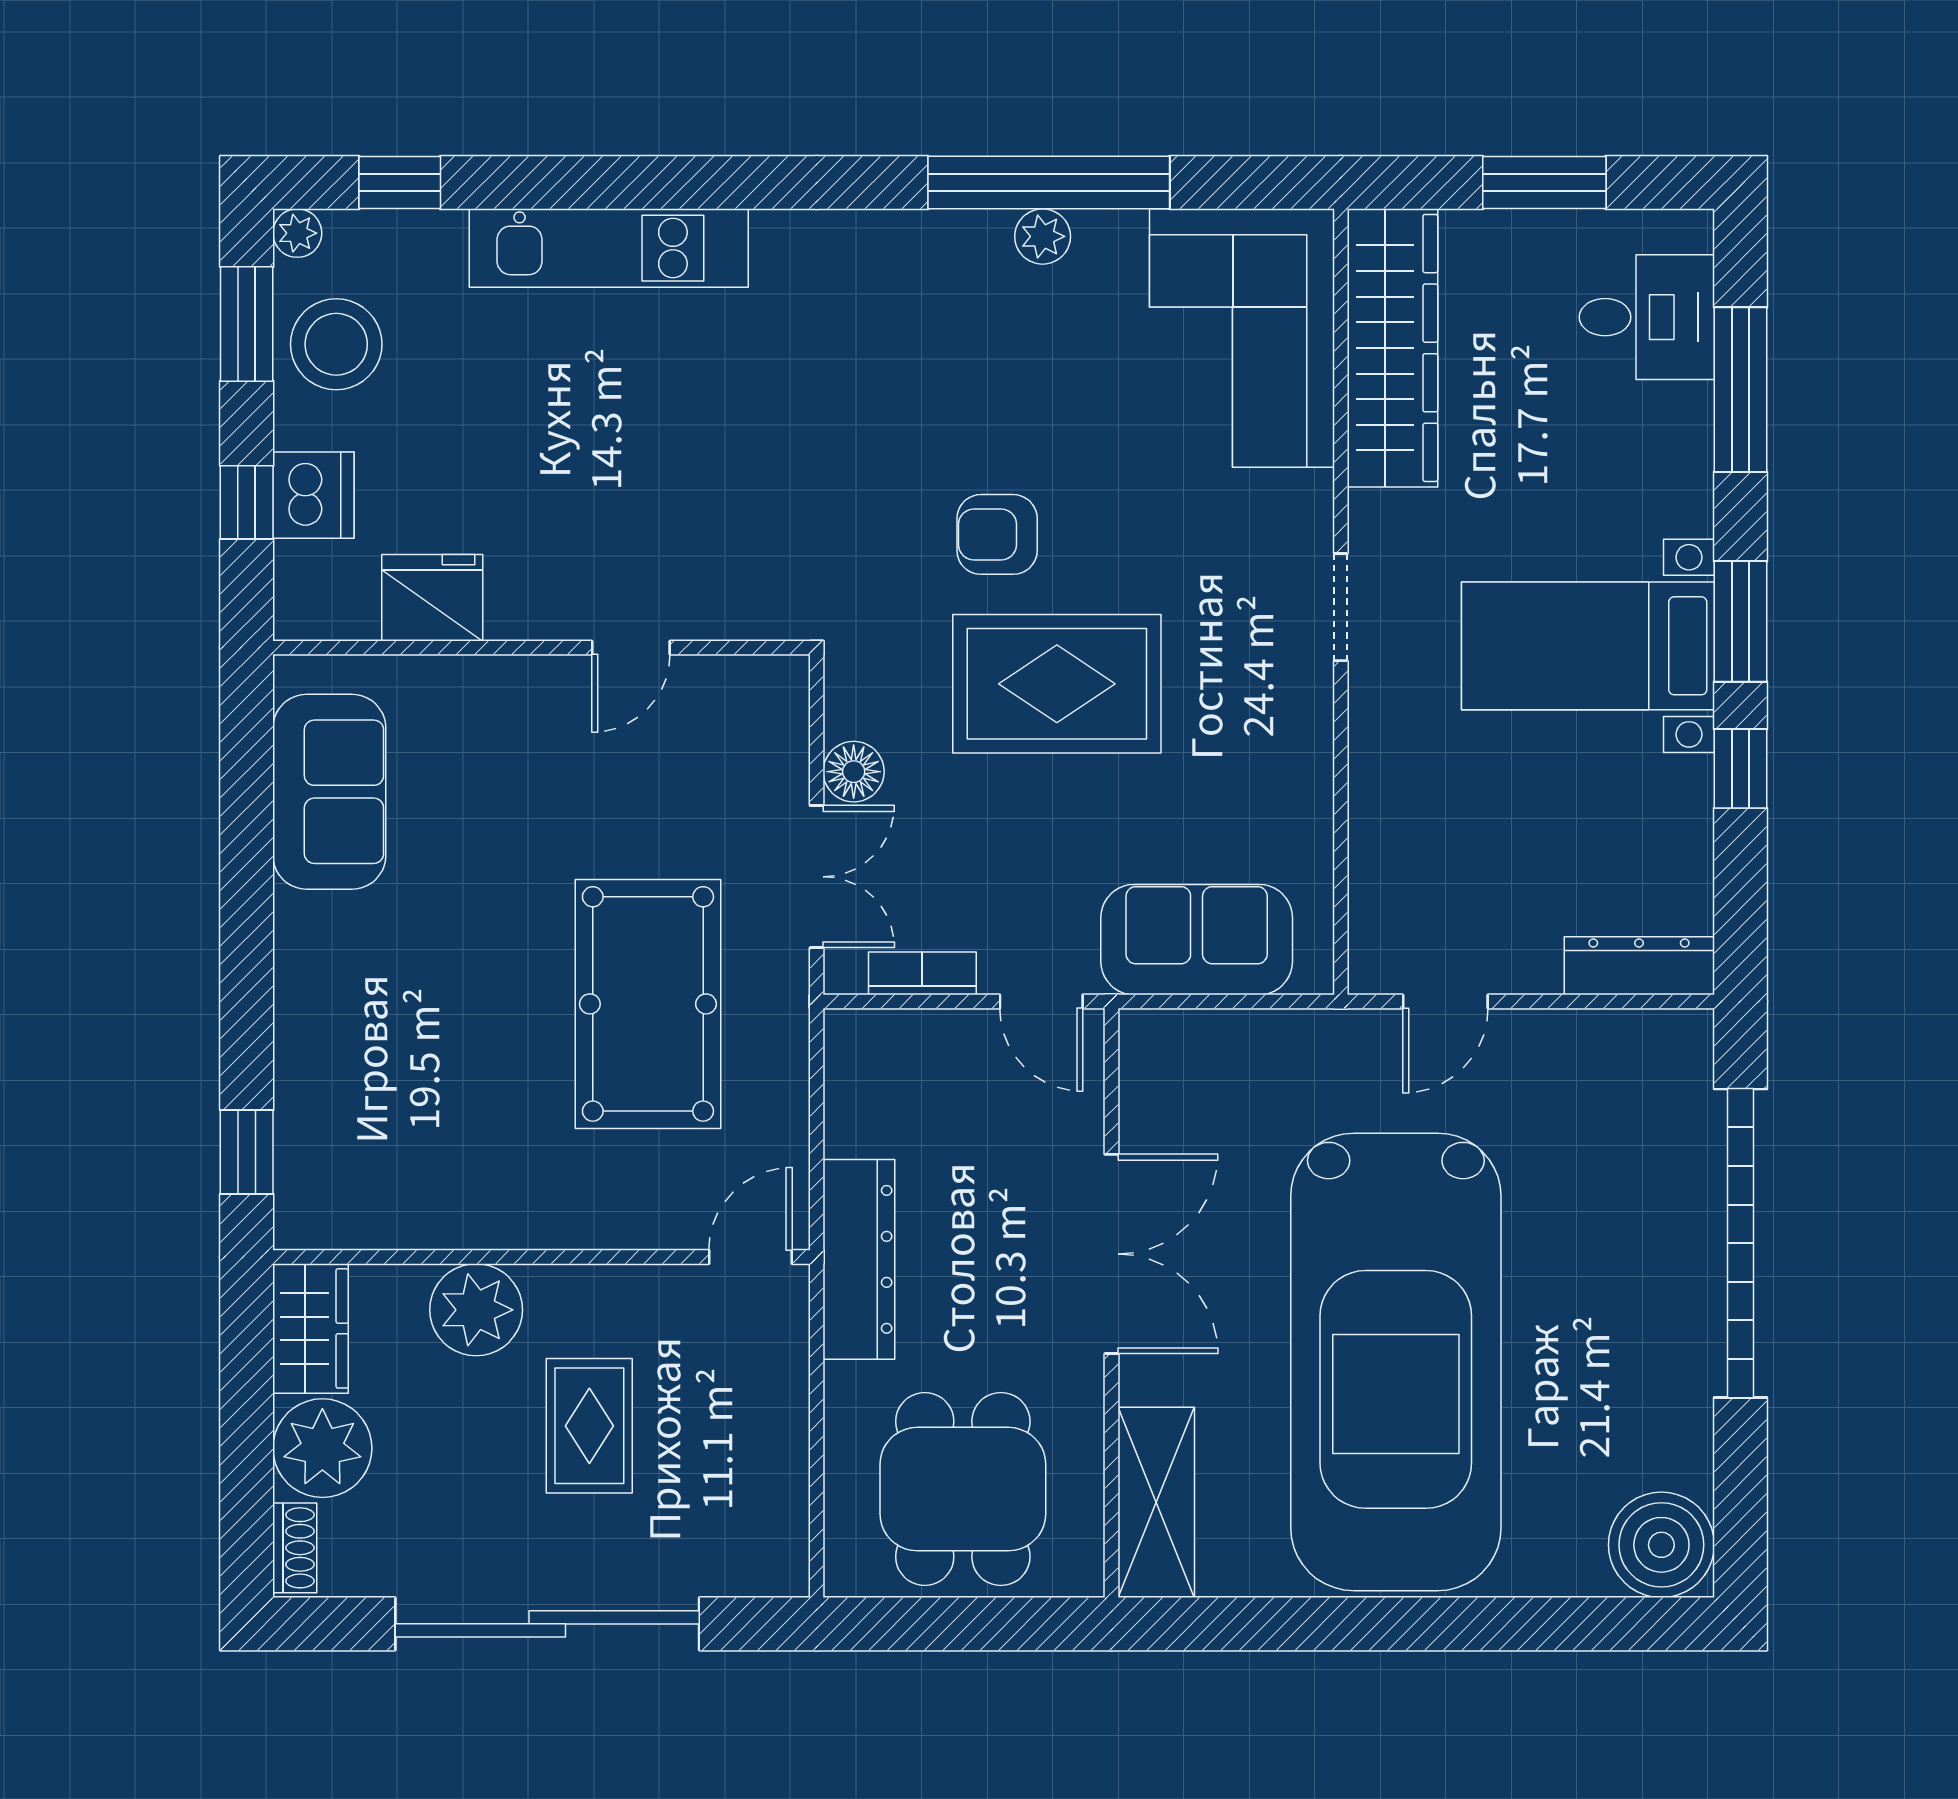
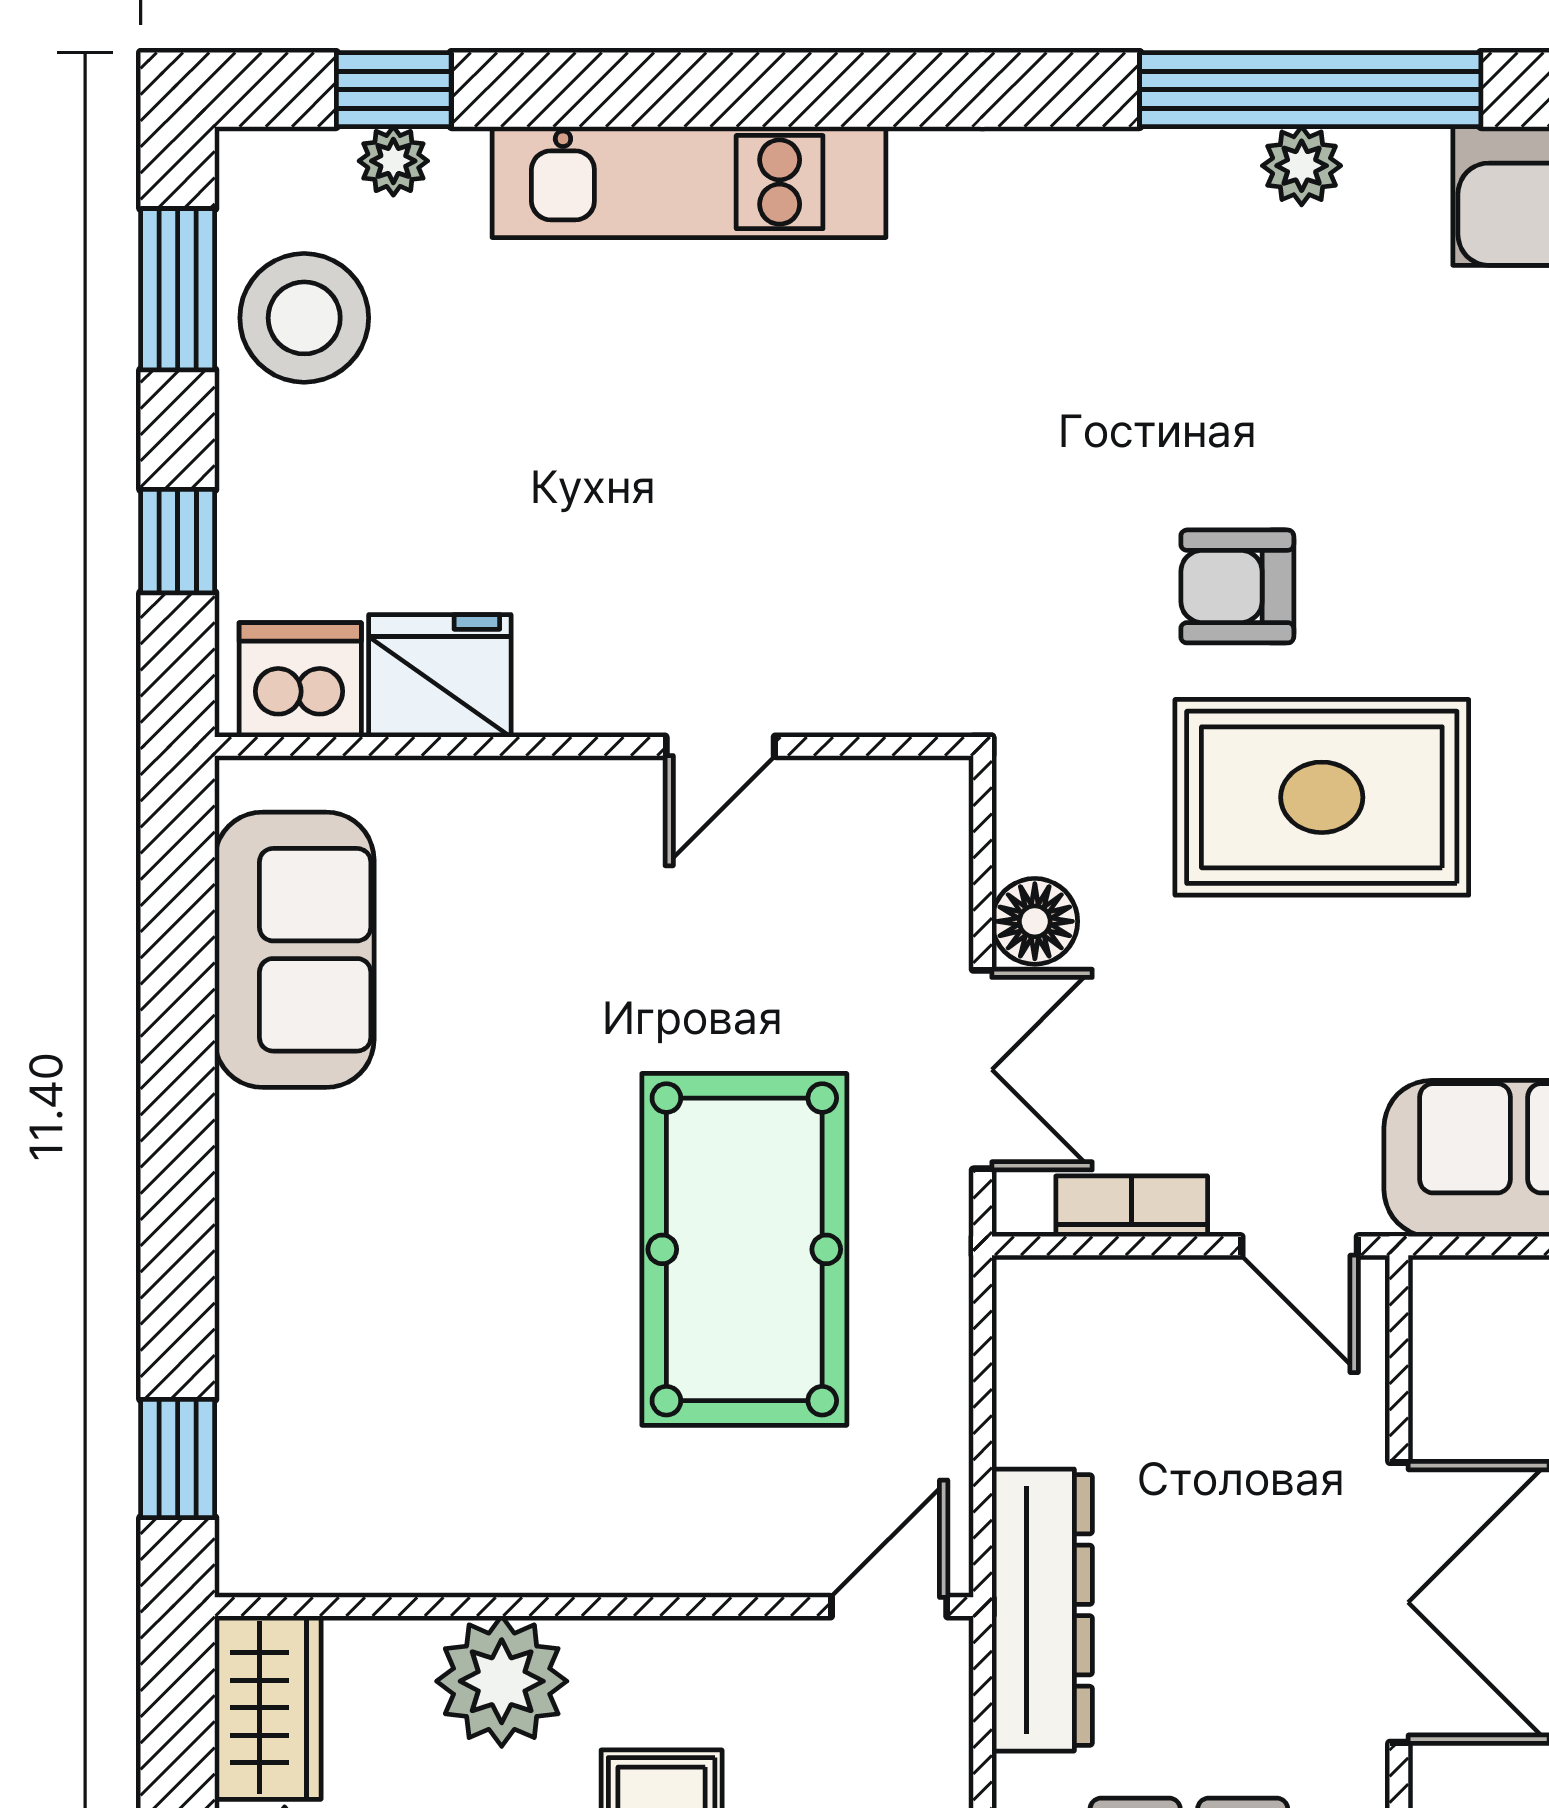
plant: (297, 233) -> (393, 161), moved
dishwasher: (313, 495) -> (300, 680), moved, turned -90

